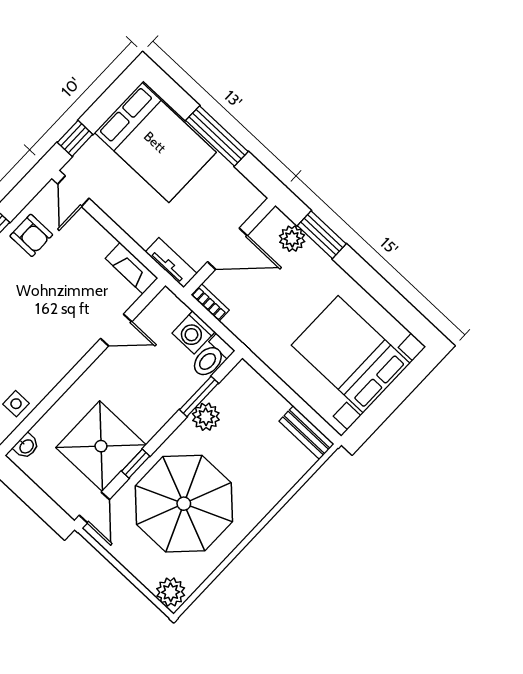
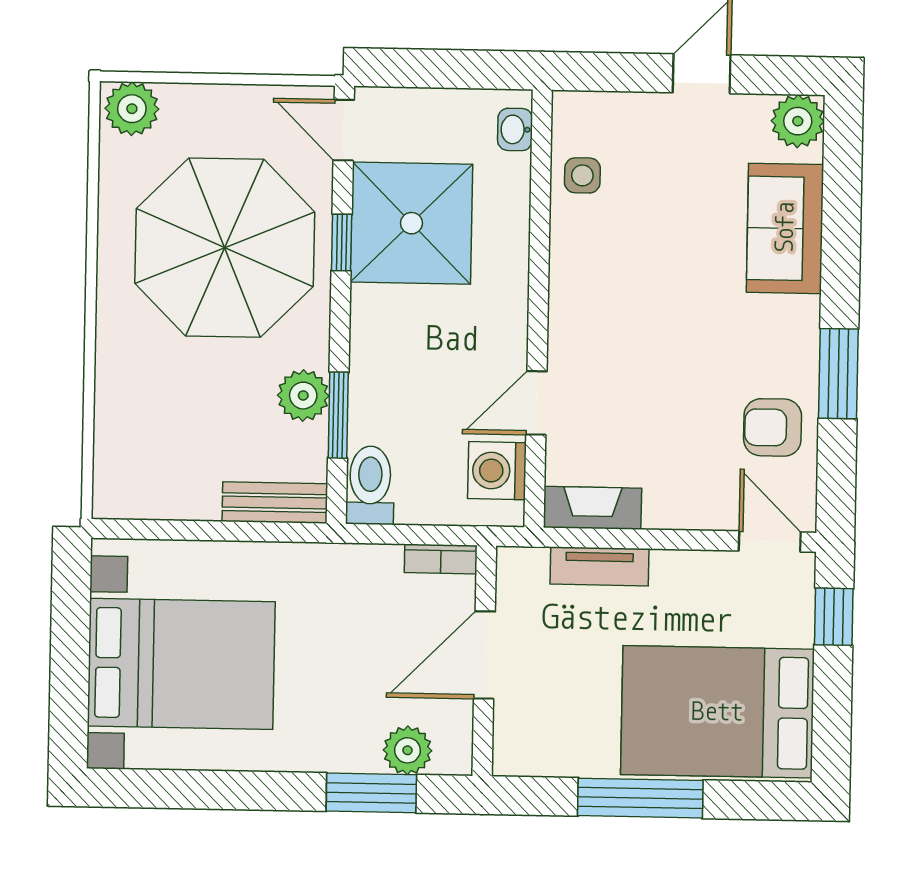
tv unit: (171, 263) -> (600, 566), moved
washing machine: (194, 332) -> (497, 471), moved, turned -90
bench: (307, 433) -> (275, 503), moved

